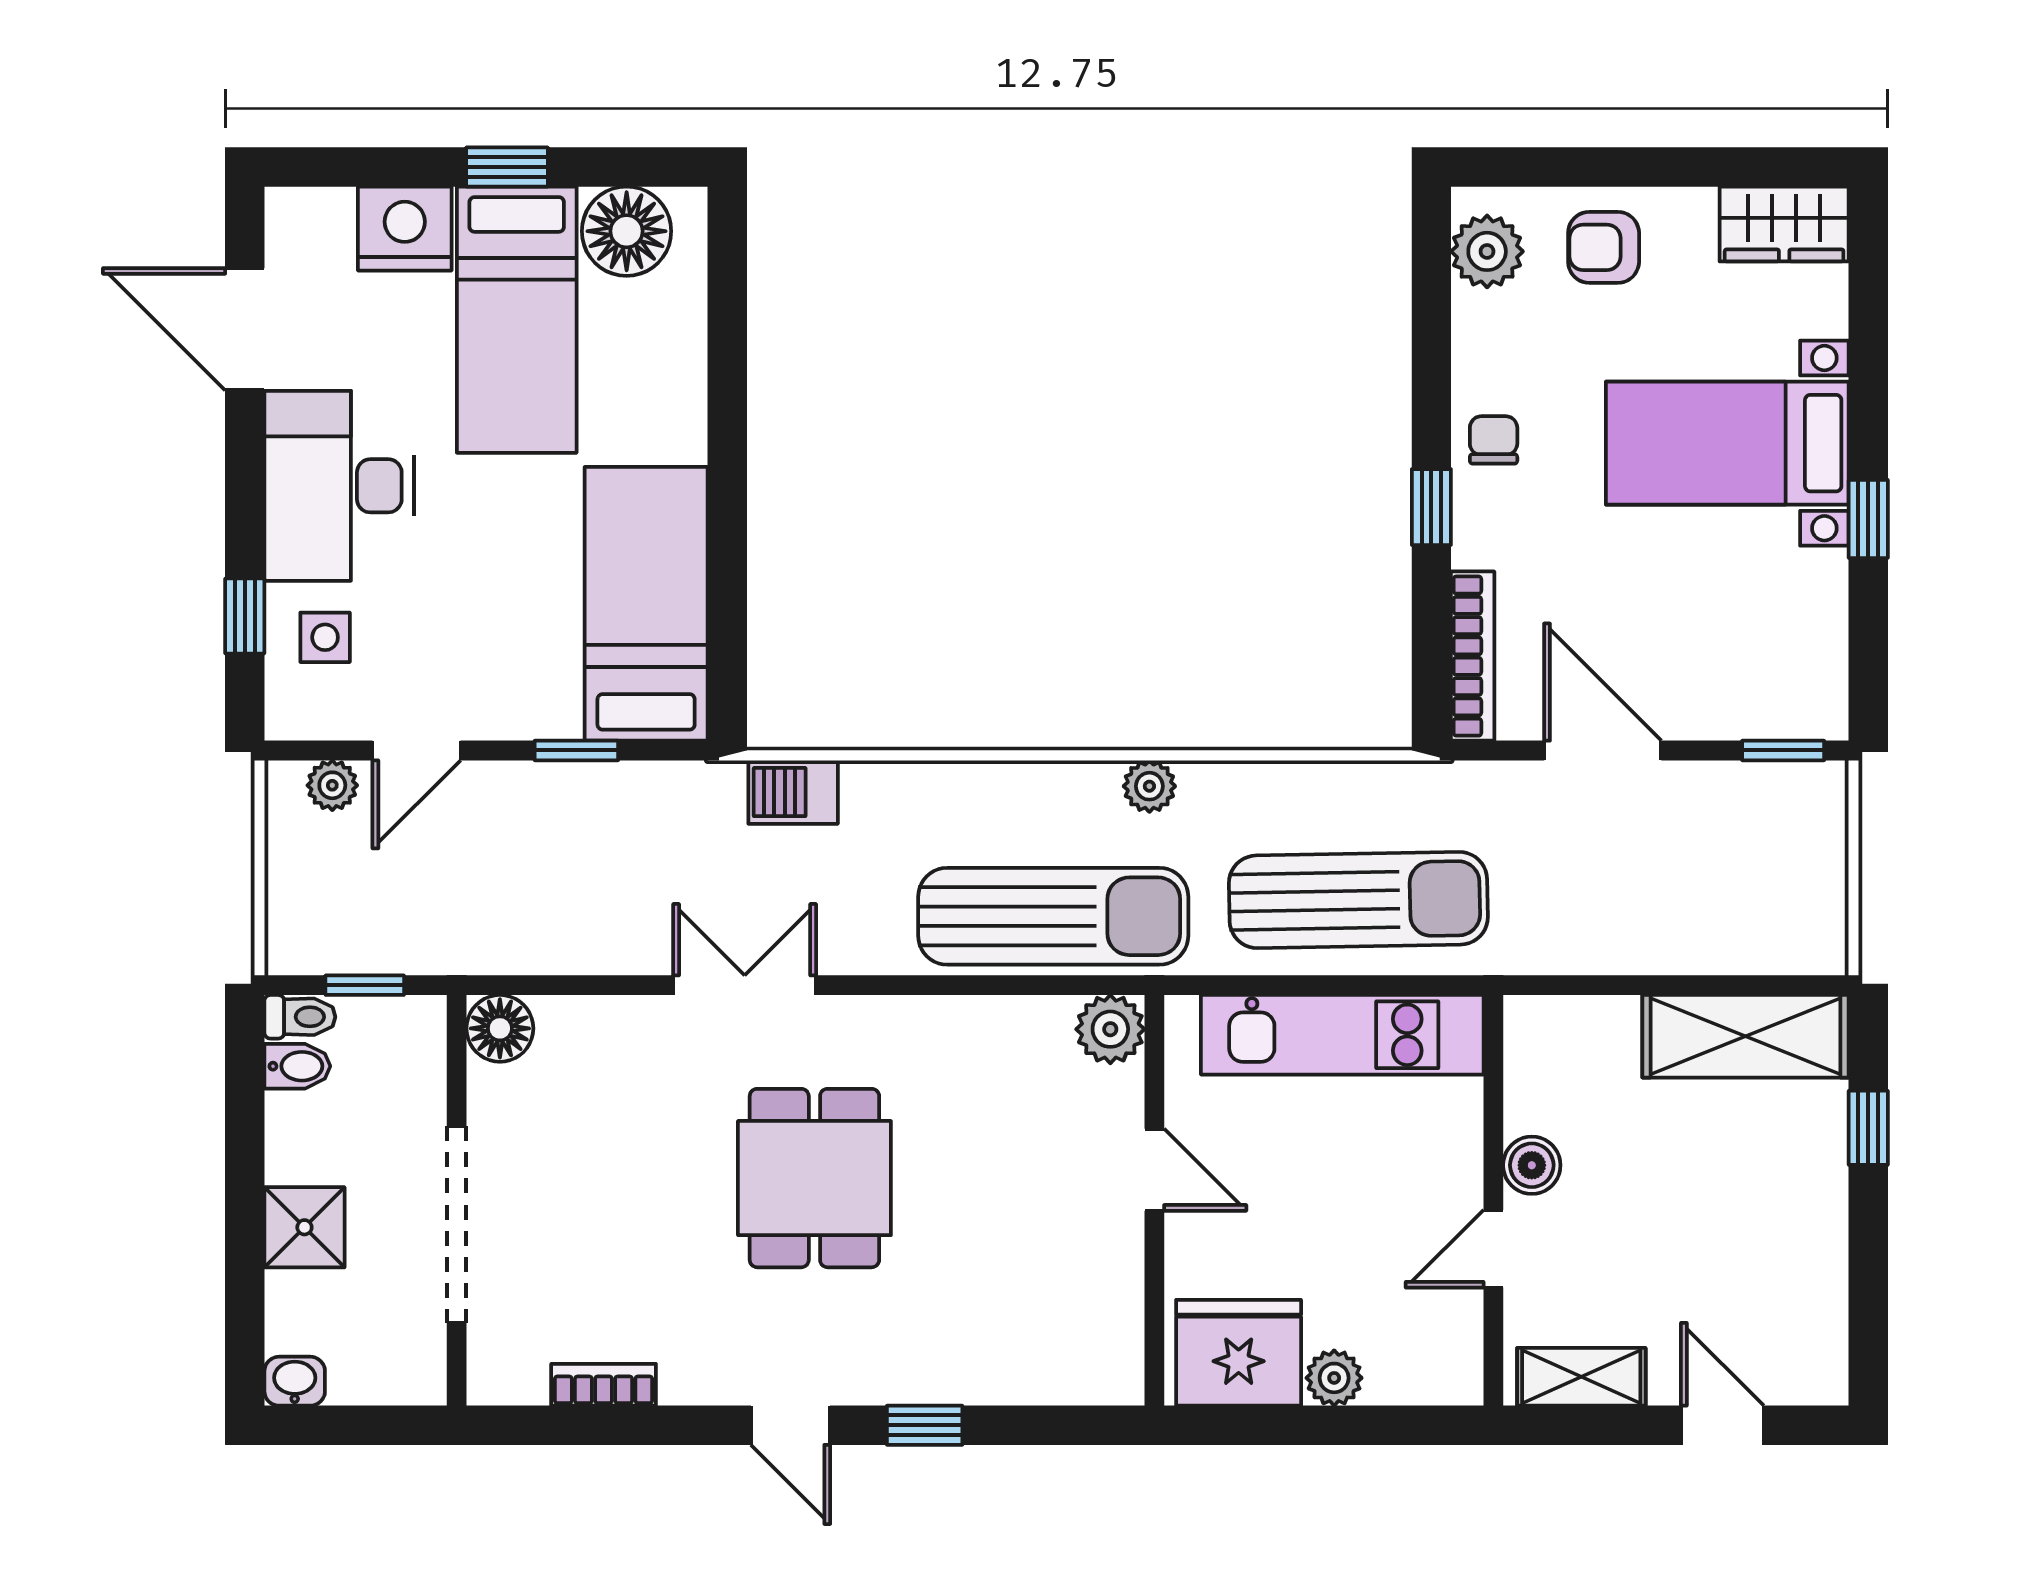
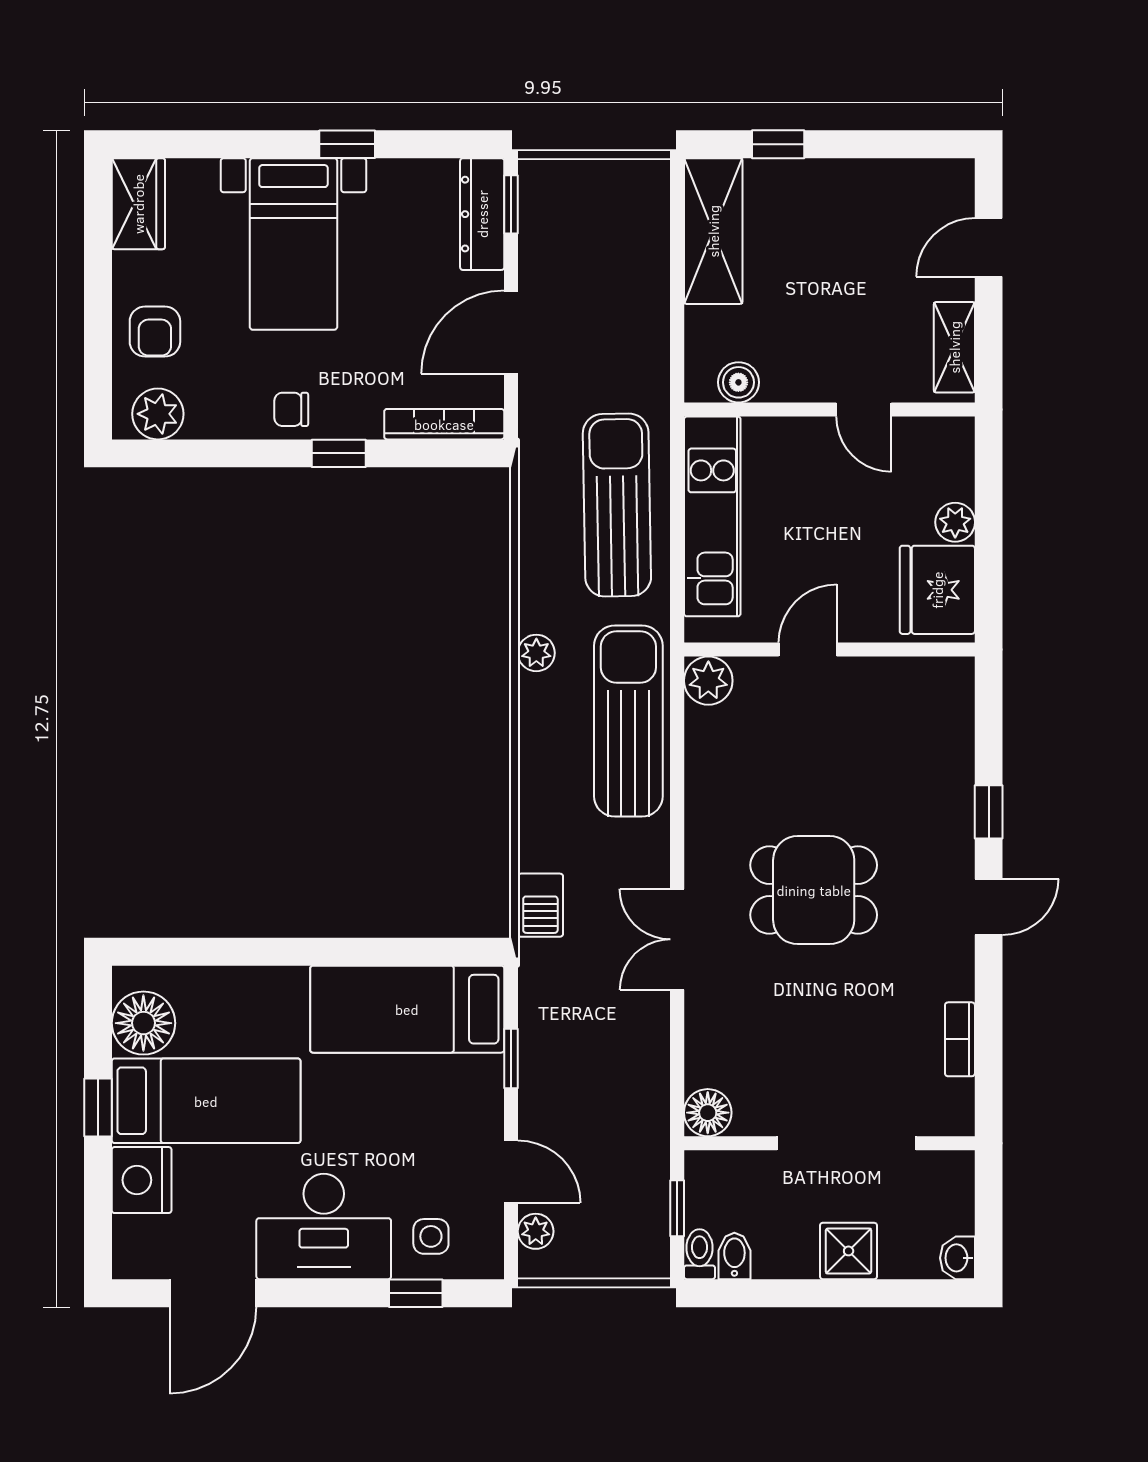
dresser: (1769, 710) -> (482, 214), added
boiler: (1532, 1165) -> (738, 382), moved

